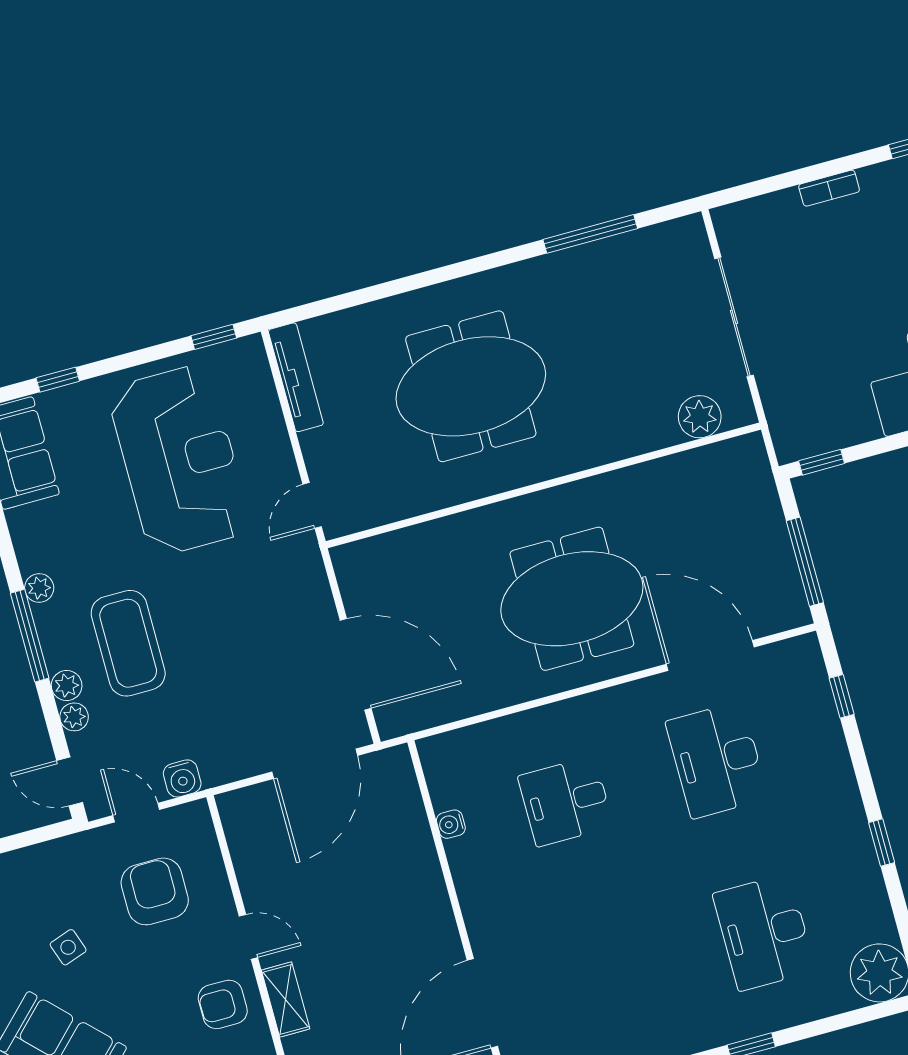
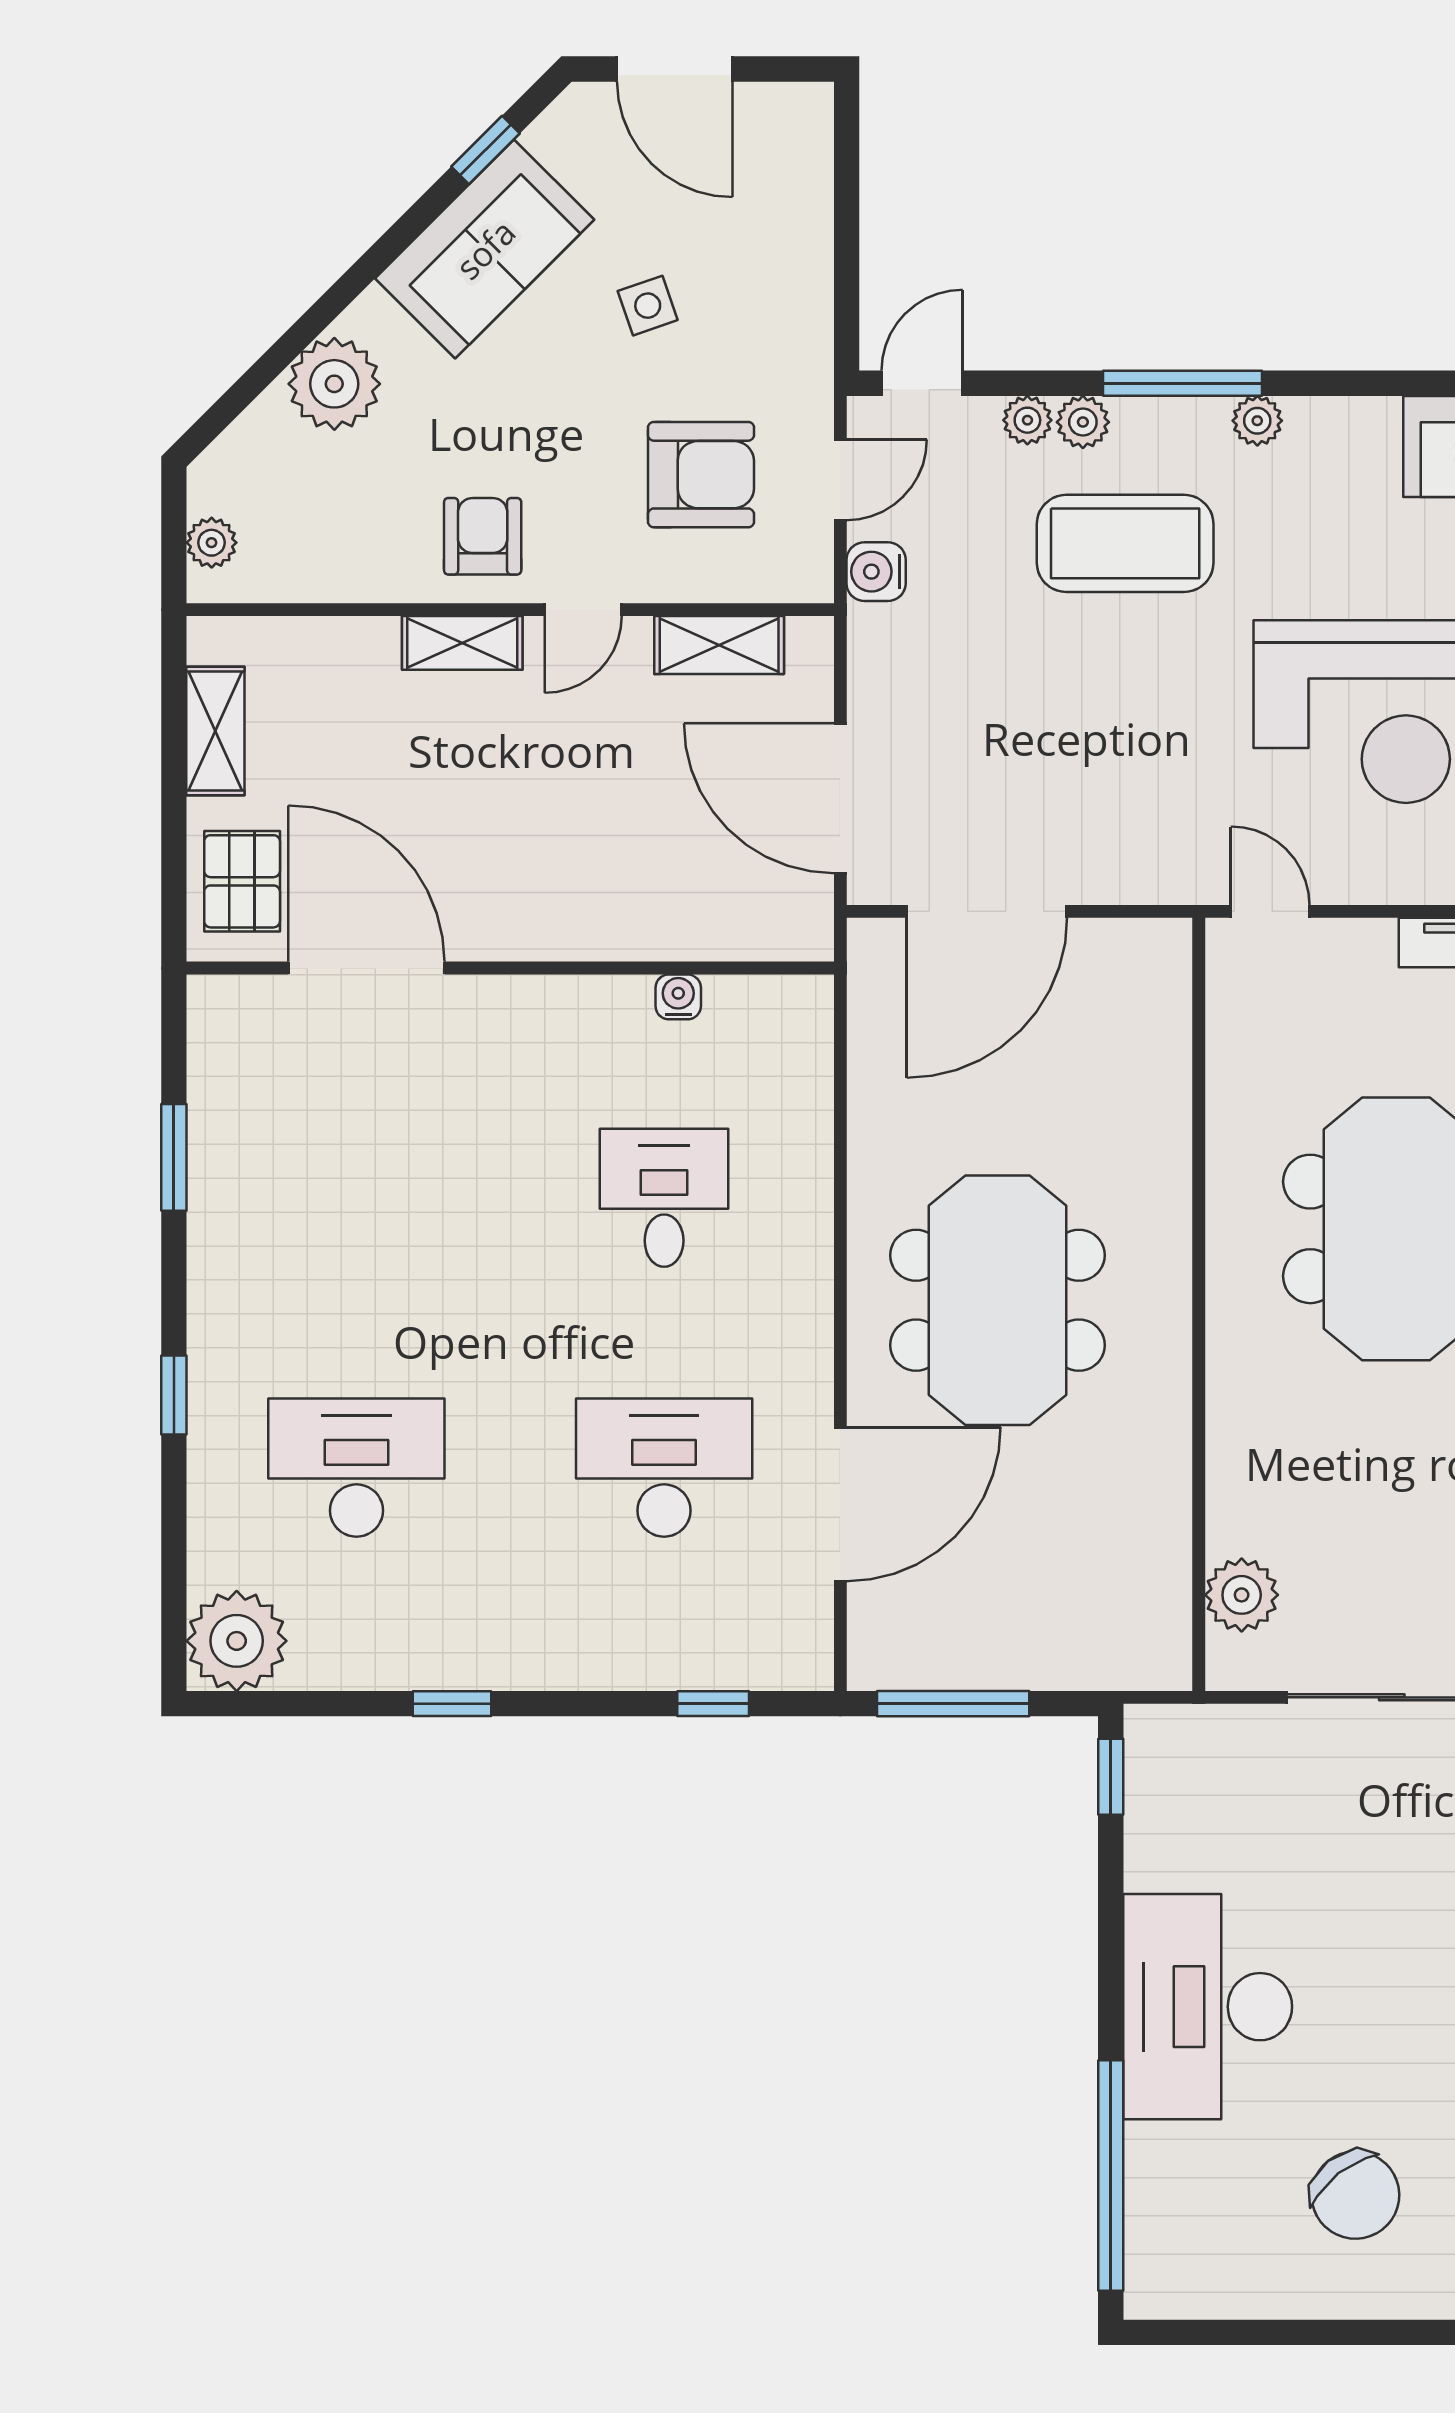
shelving: (247, 855) -> (719, 645), added

